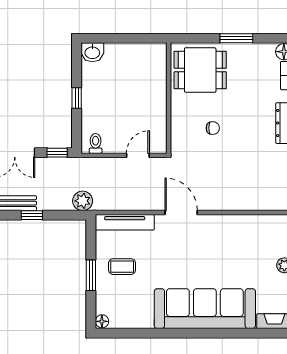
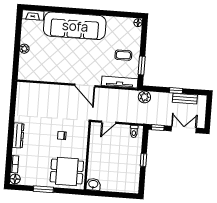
washbasin: (92, 52) -> (93, 184), moved
window: (91, 275) -> (142, 65), moved

